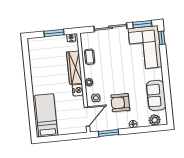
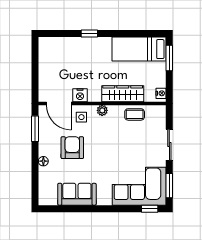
sliding door: (110, 27) -> (169, 145), width x0.73
window: (54, 33) -> (169, 58), moved
nightstand: (78, 90) -> (80, 95), moved
window: (30, 98) -> (89, 34), added
bed: (46, 115) -> (139, 49), moved, turned 180
plant: (155, 120) -> (46, 189), removed

